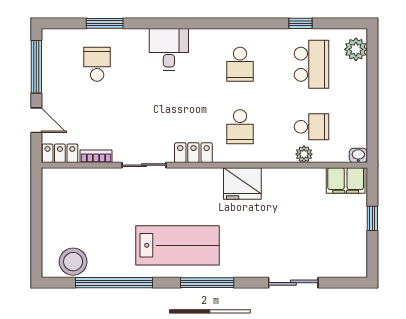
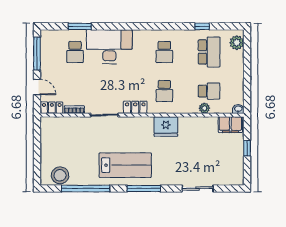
desk: (169, 49) -> (109, 47), width x1.87, depth x1.30
school desk: (97, 64) -> (75, 52), turned 180

